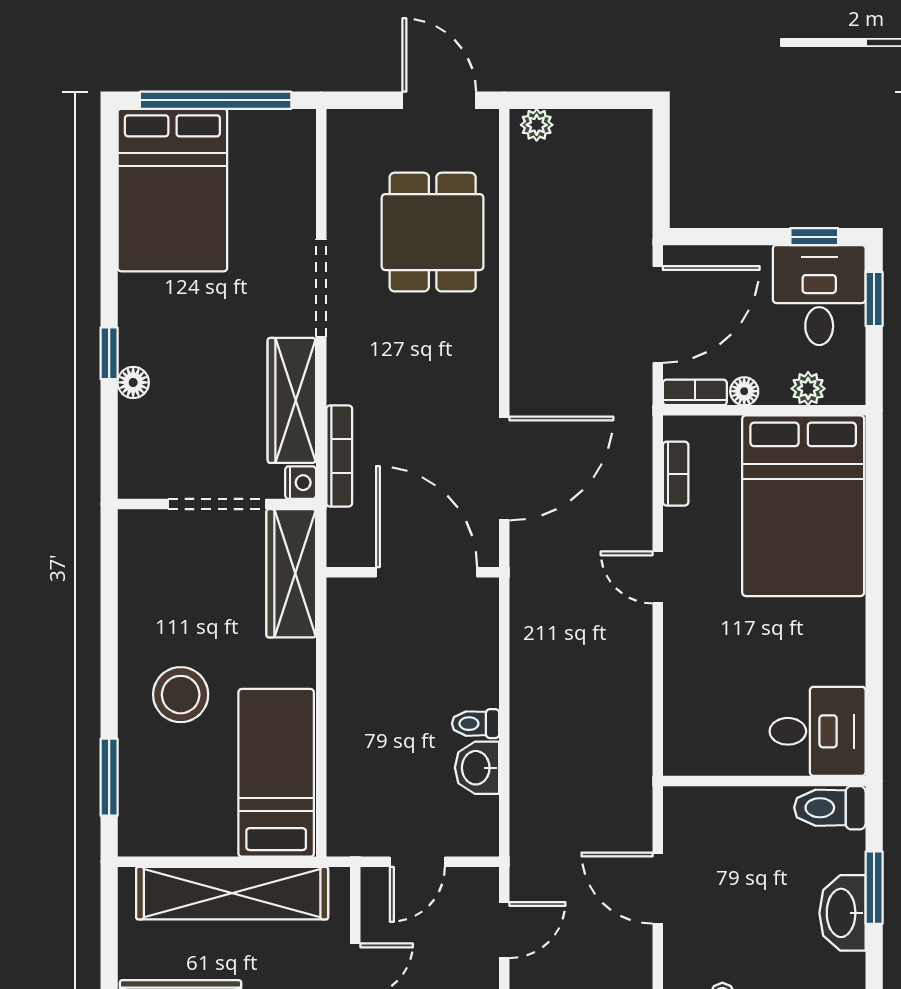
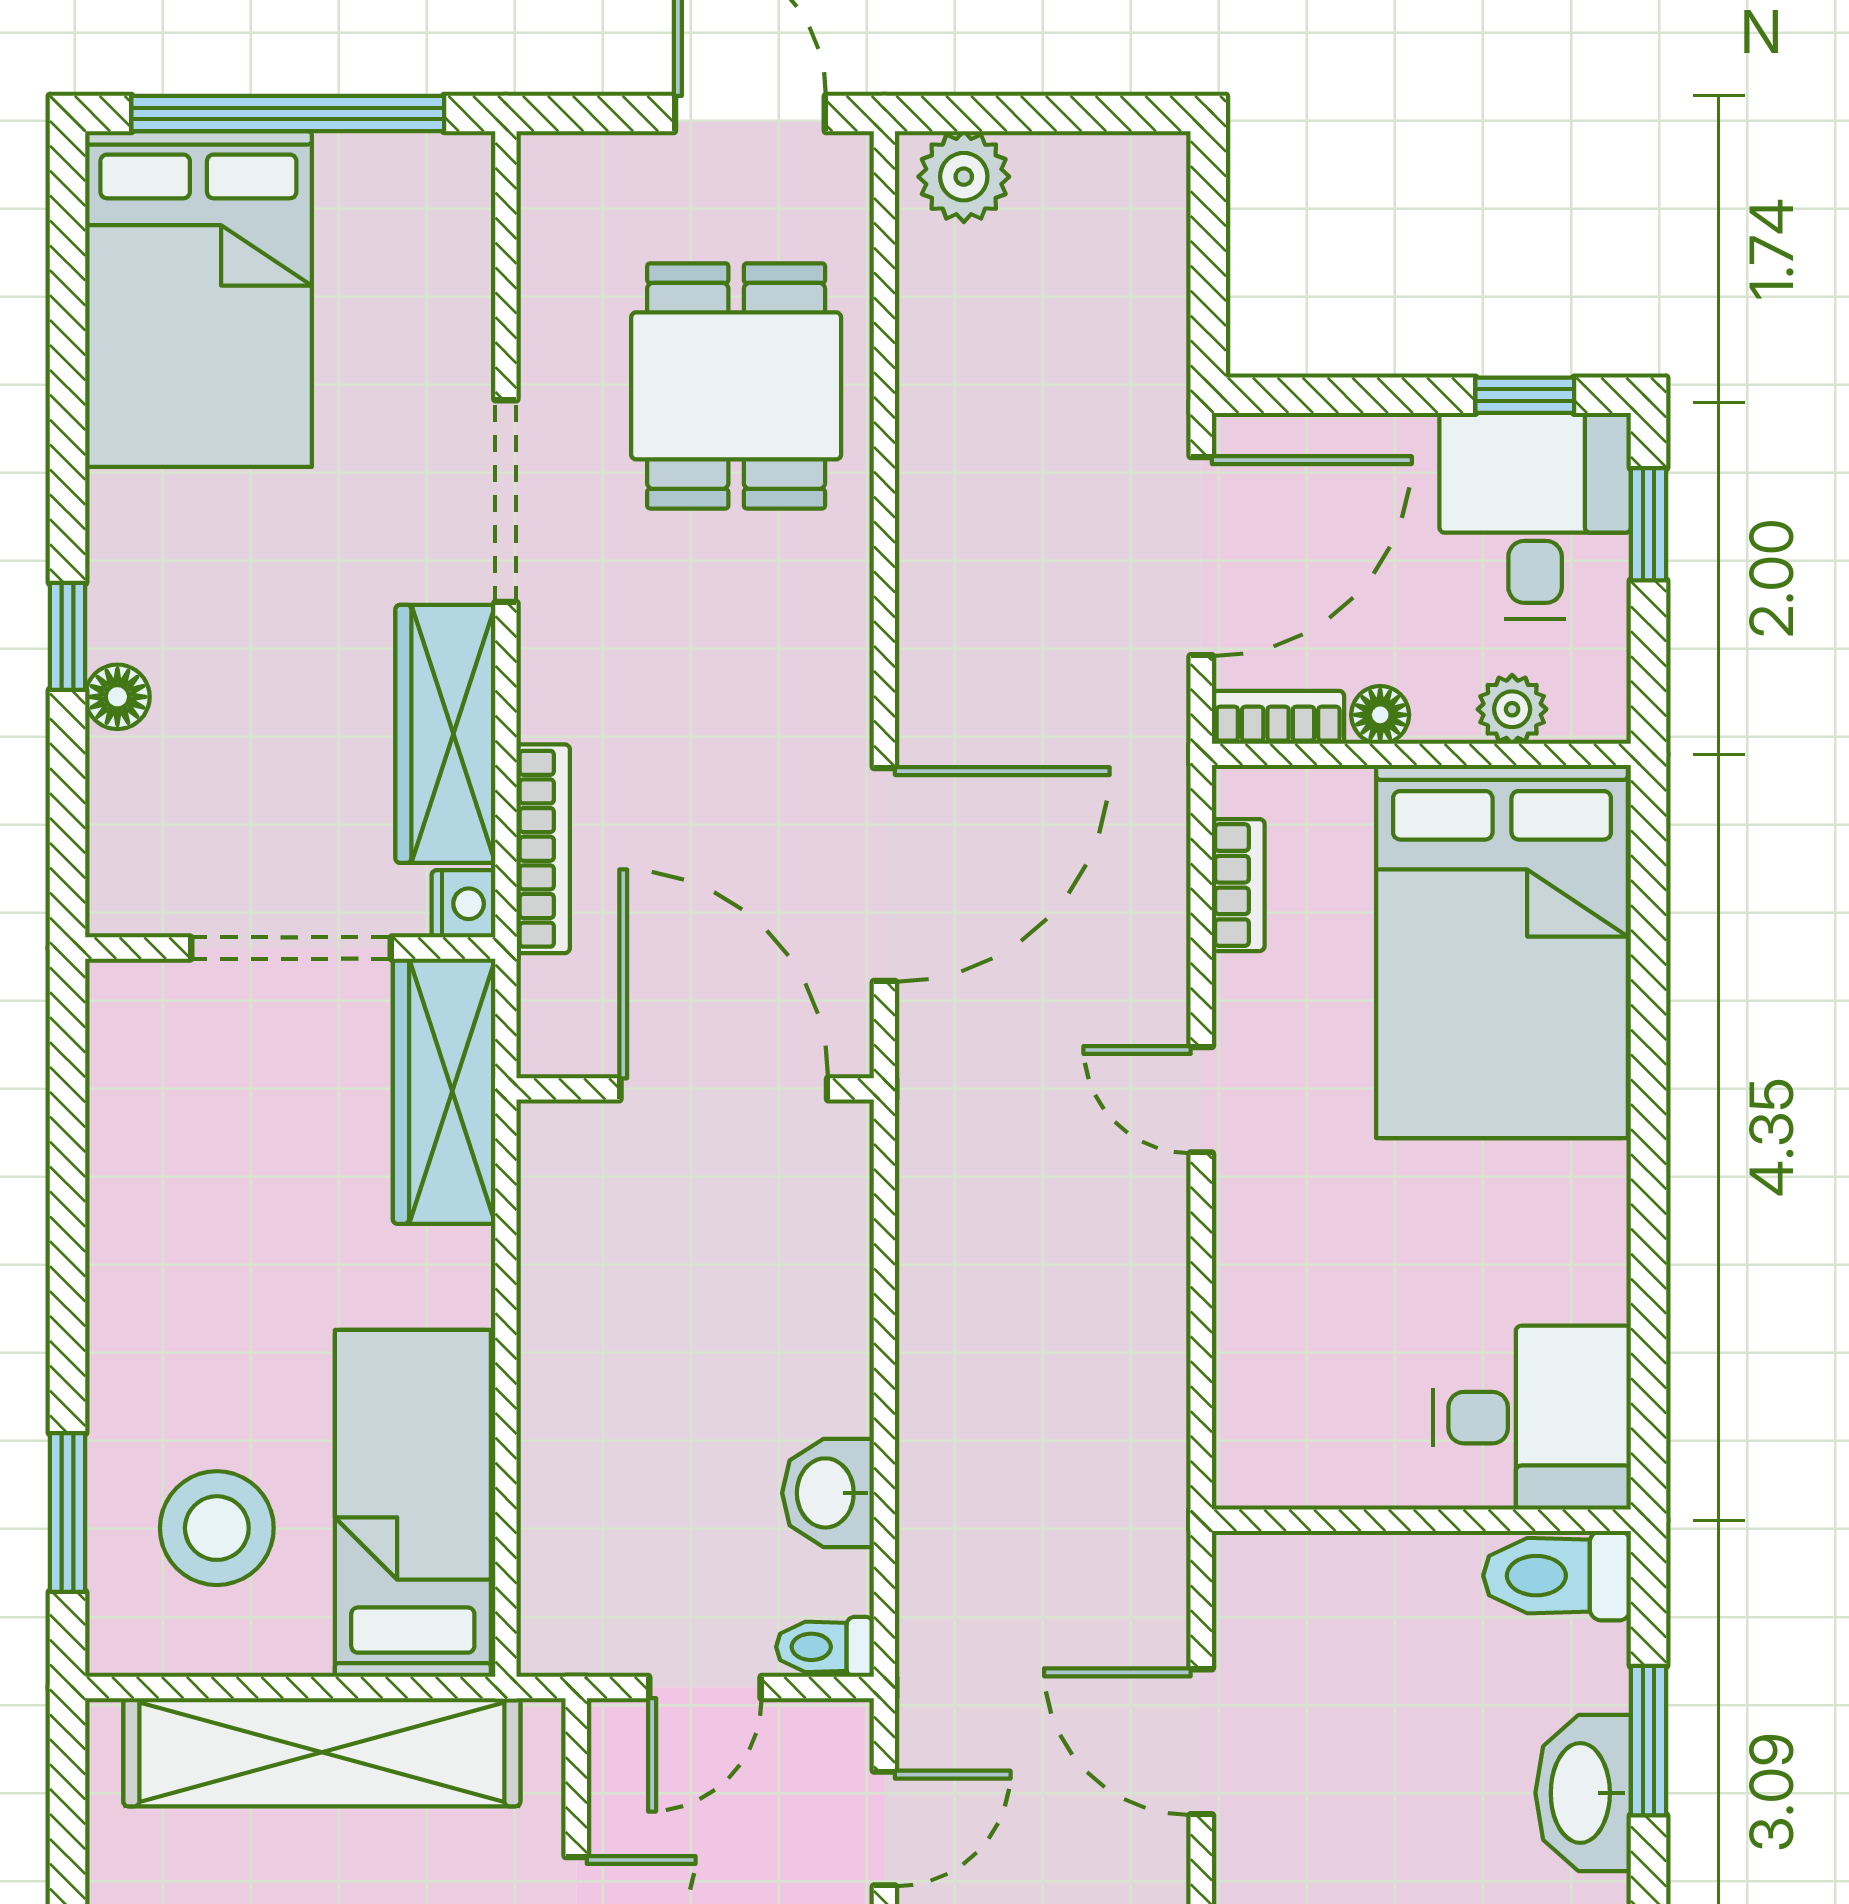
plant: (537, 125) -> (964, 177), width x1.38, depth x1.38
stool: (181, 695) -> (217, 1528), moved
toilet: (476, 724) -> (825, 1647), moved

